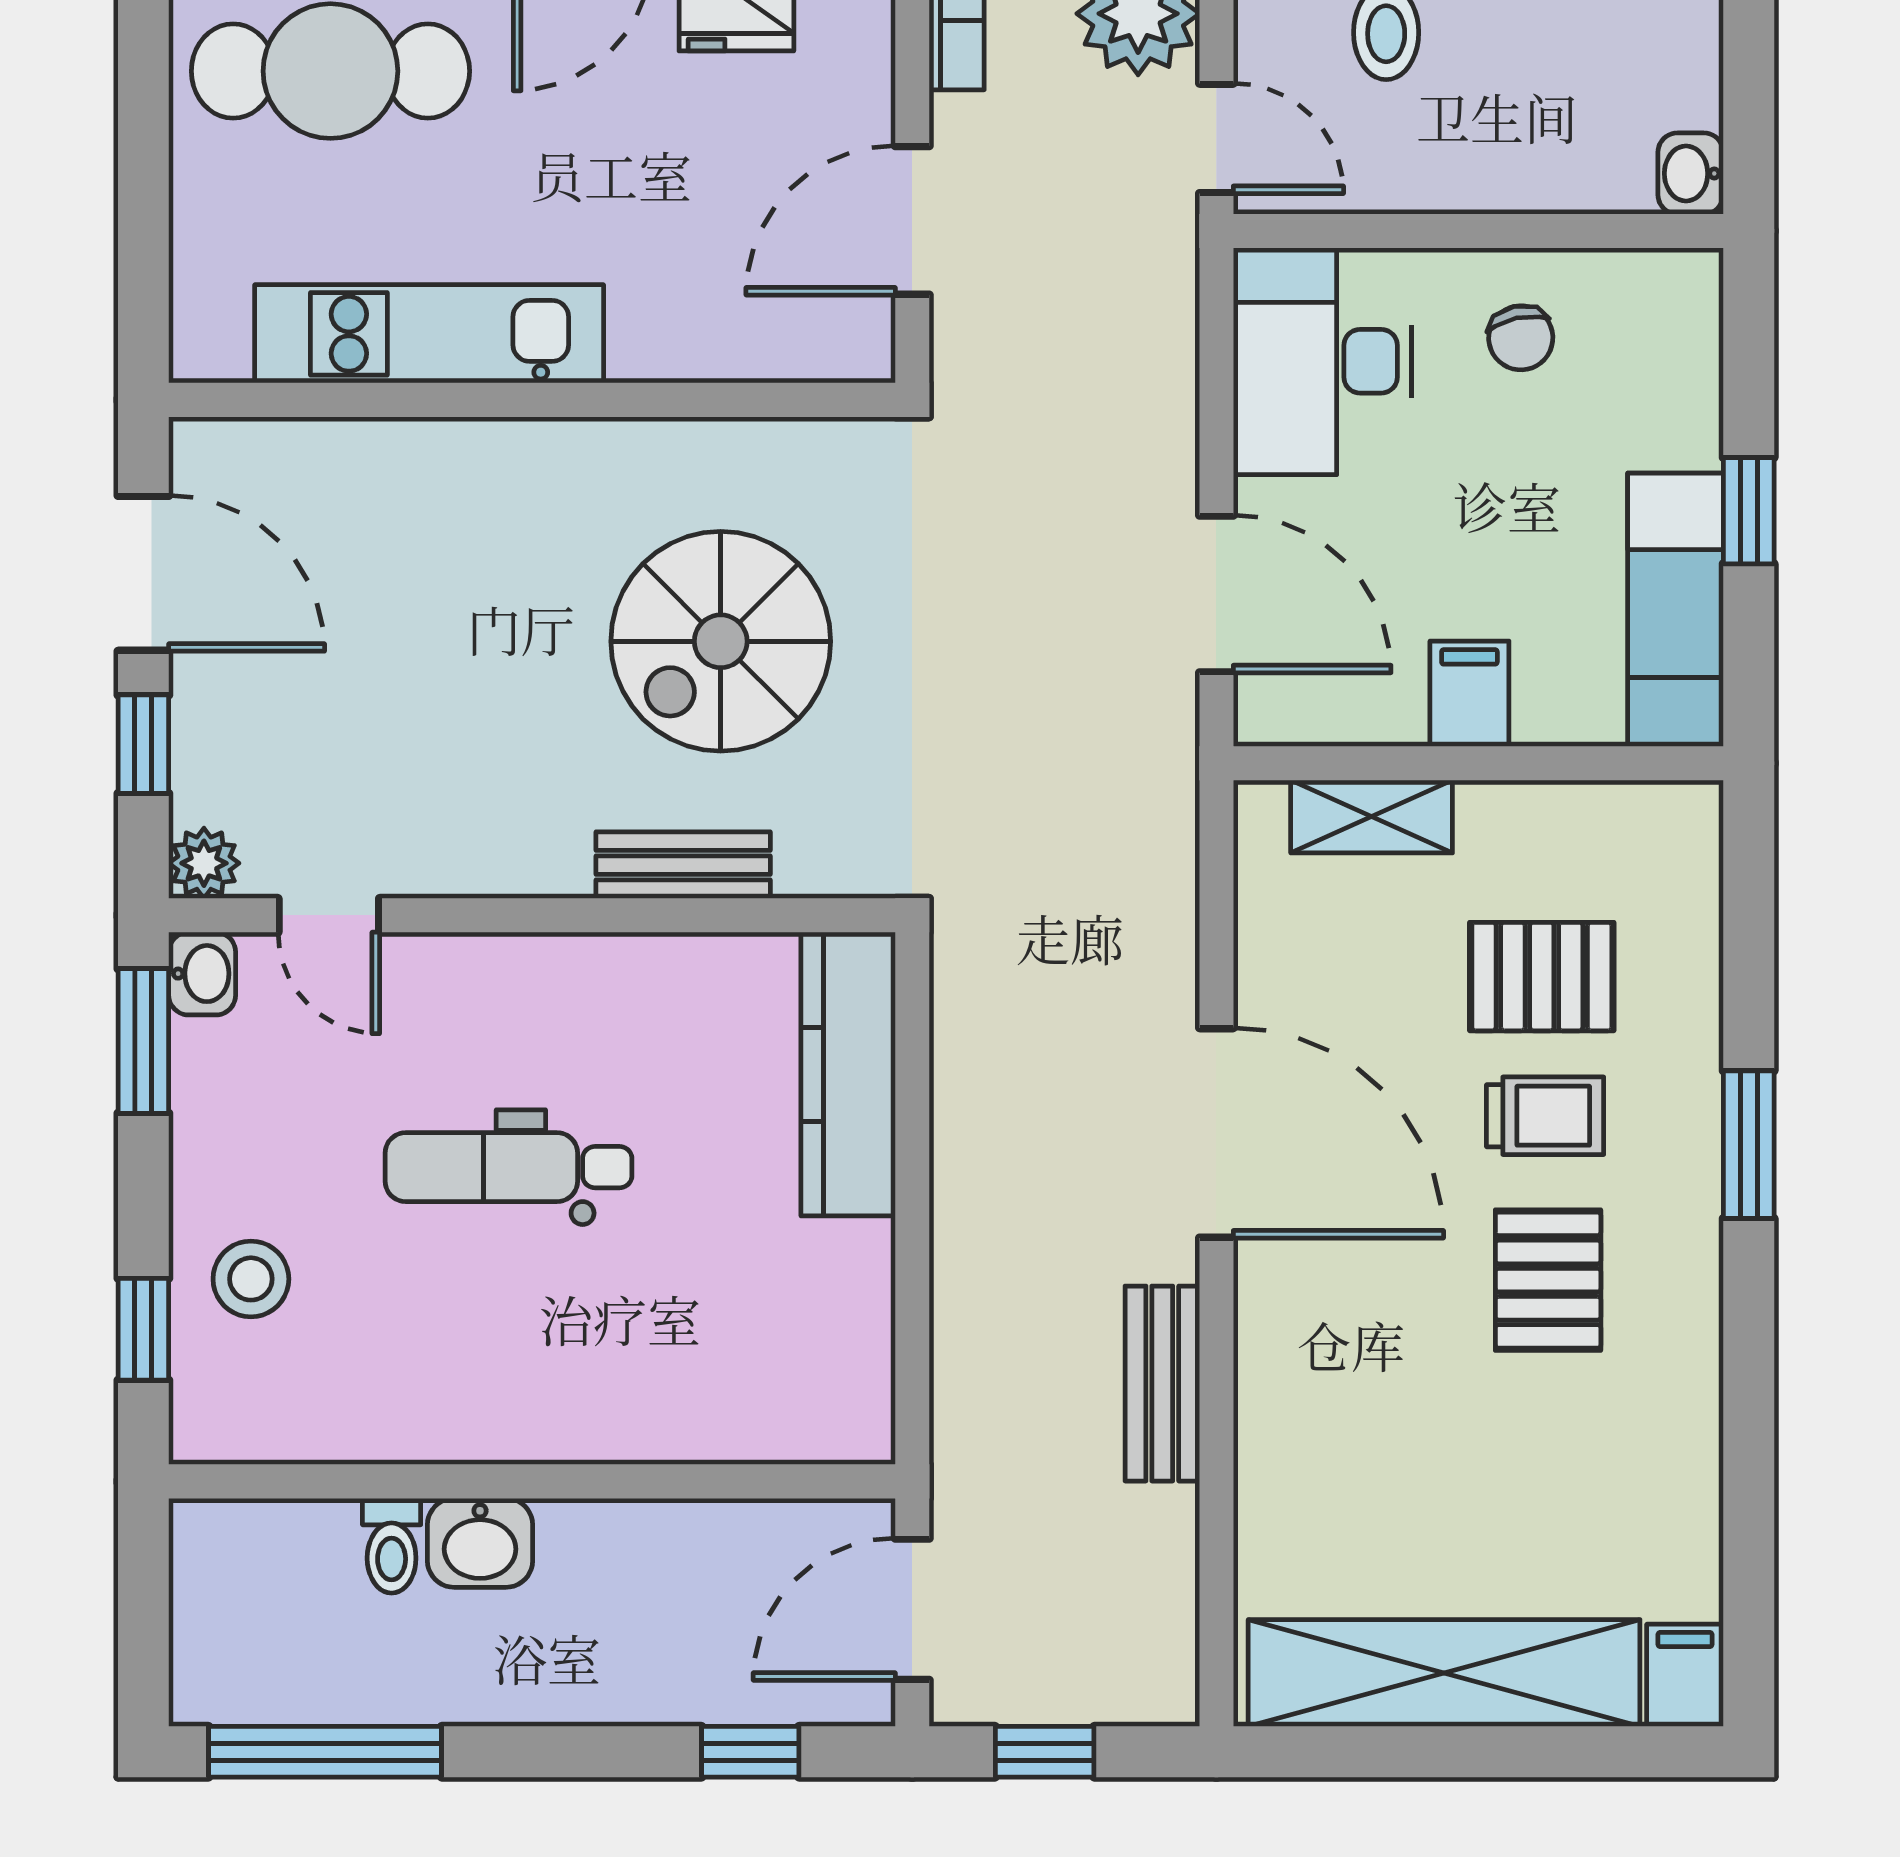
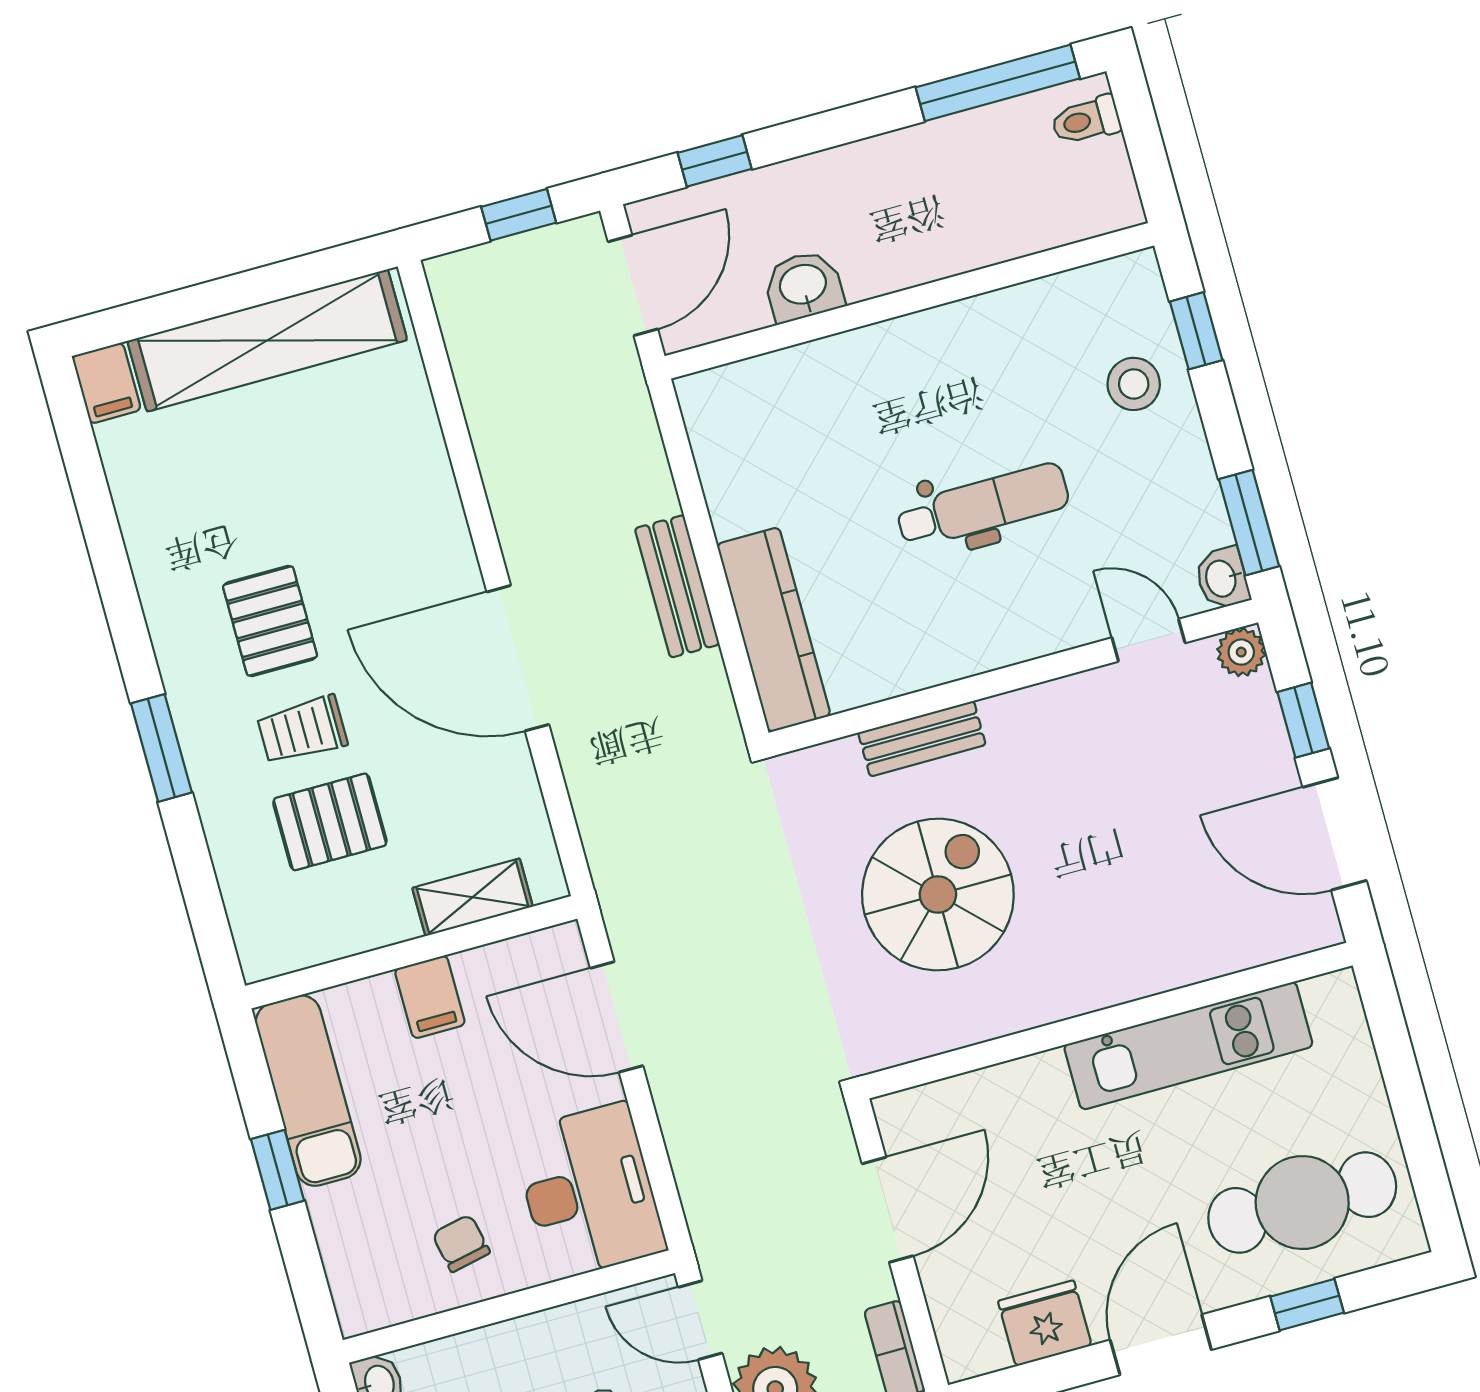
bench: (1162, 1384) -> (677, 586), moved
washbasin: (480, 1543) -> (803, 286), moved
toilet: (392, 1546) -> (1086, 120), moved, turned -90

